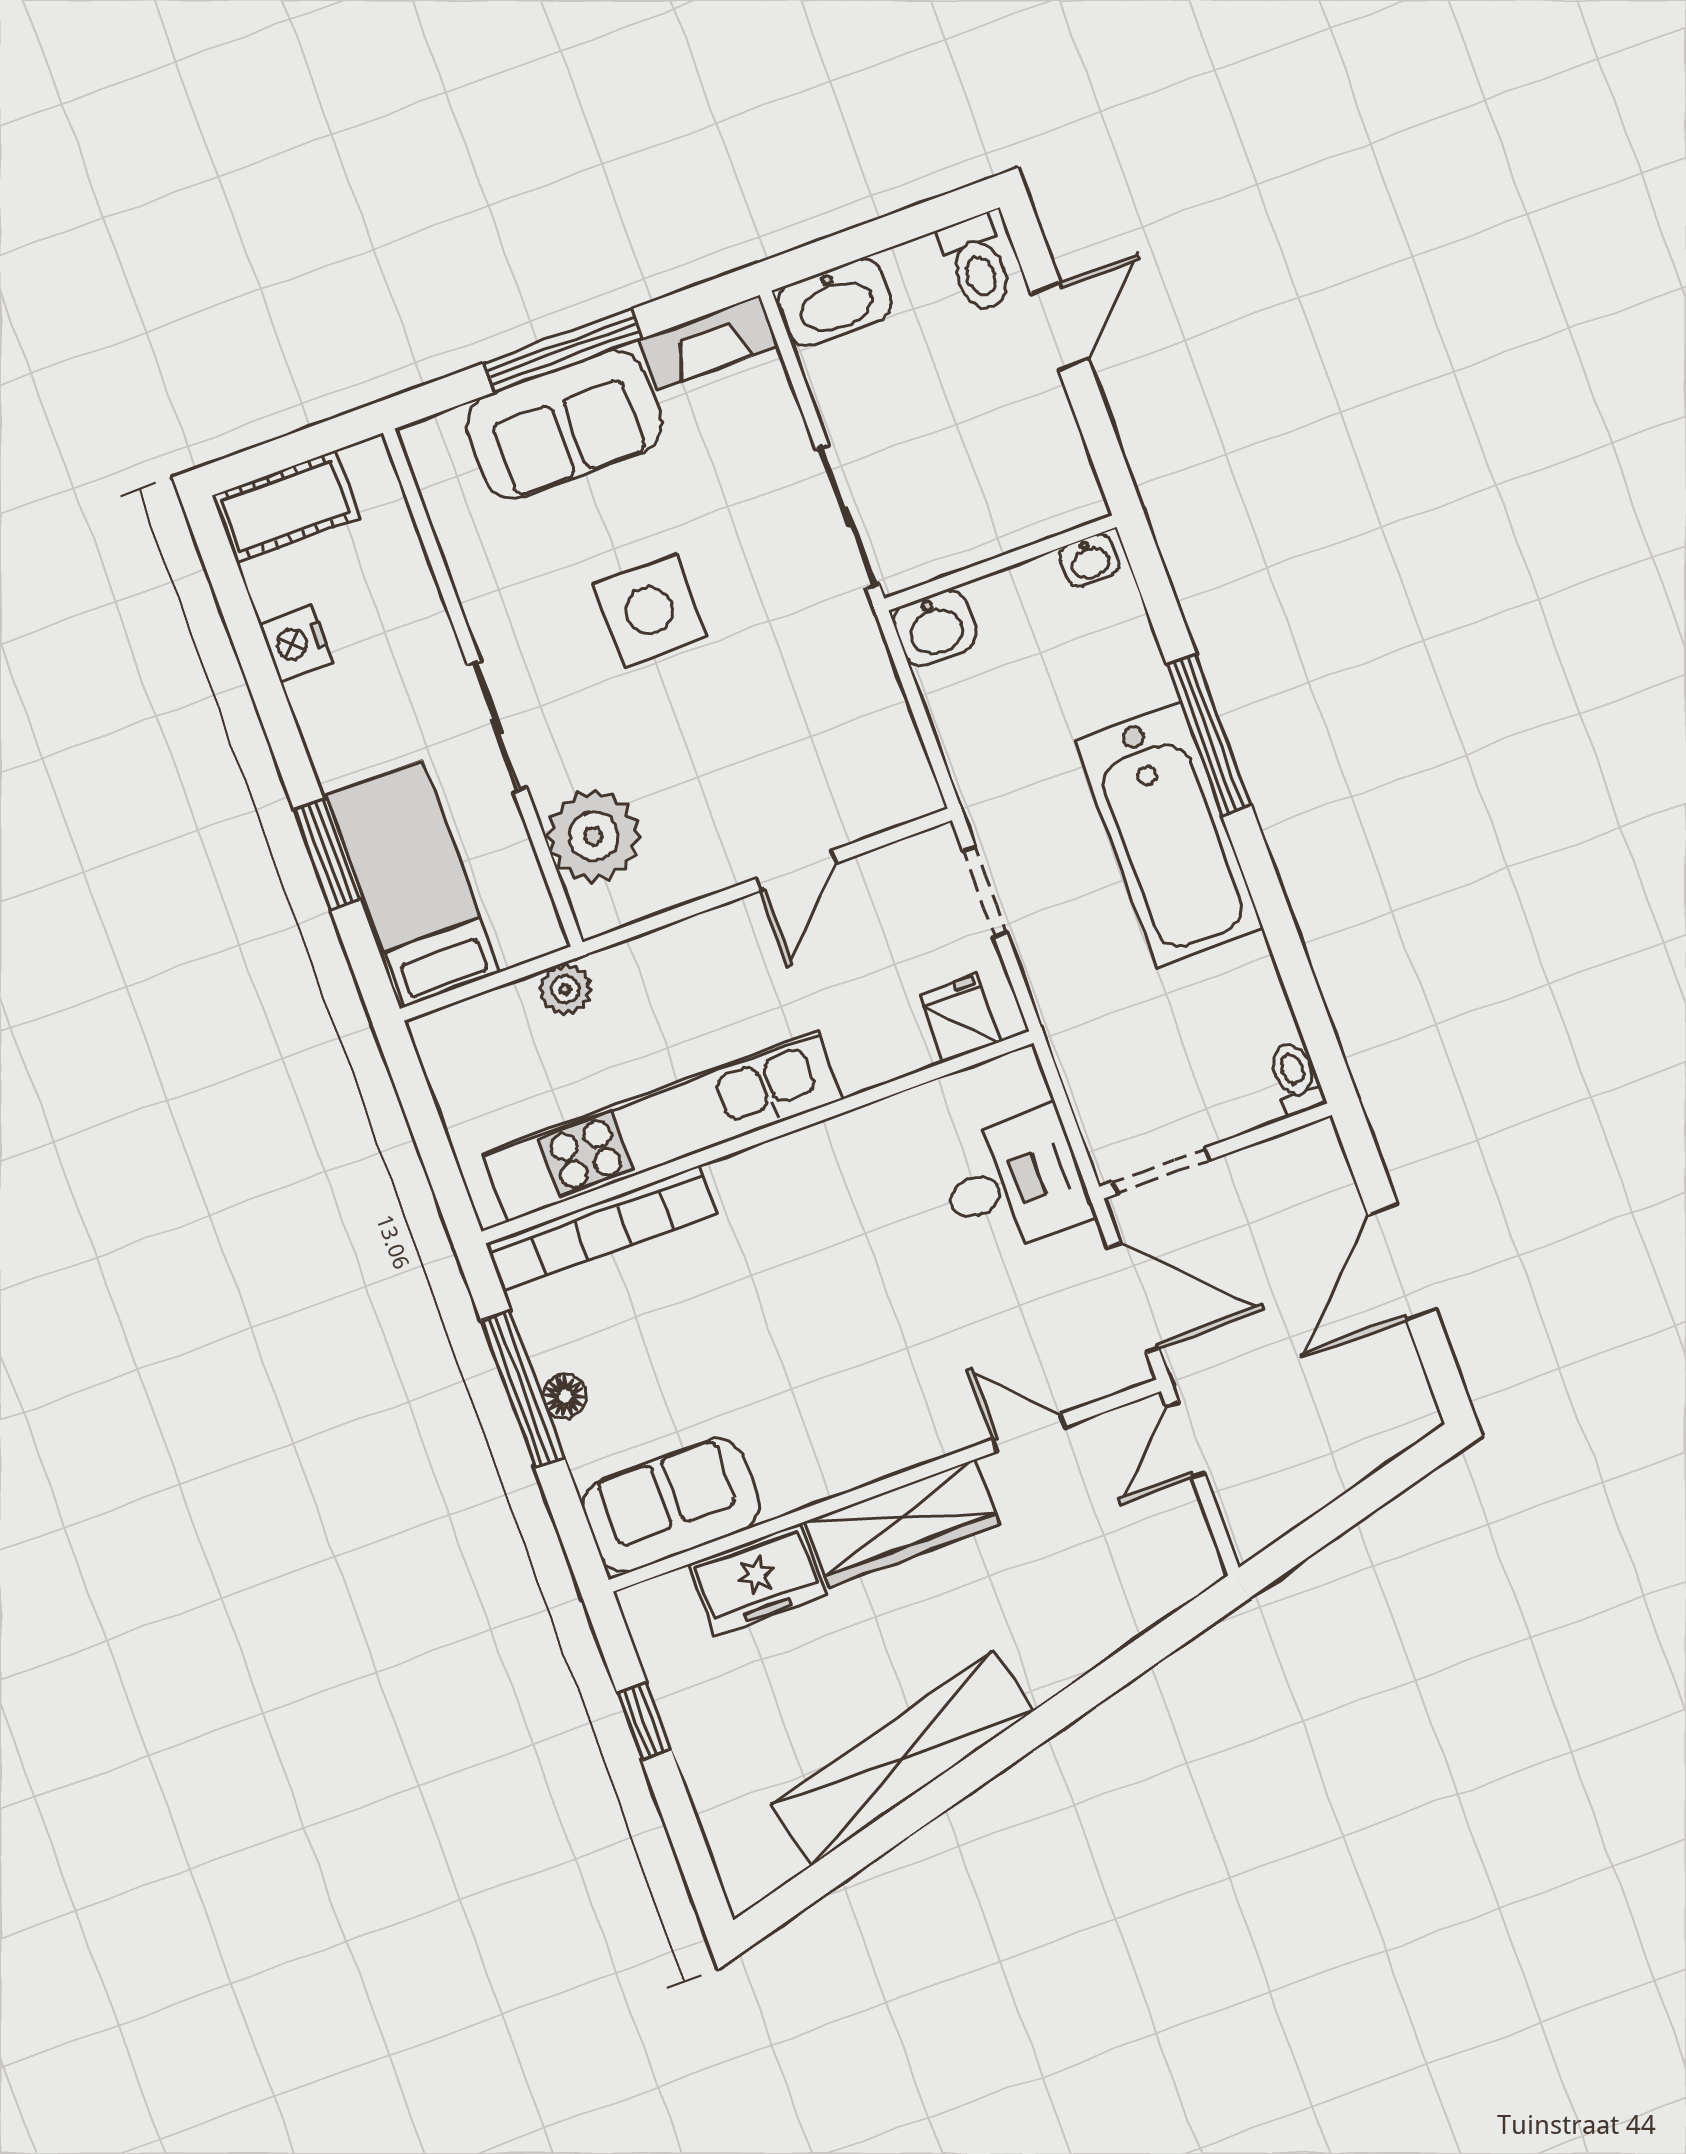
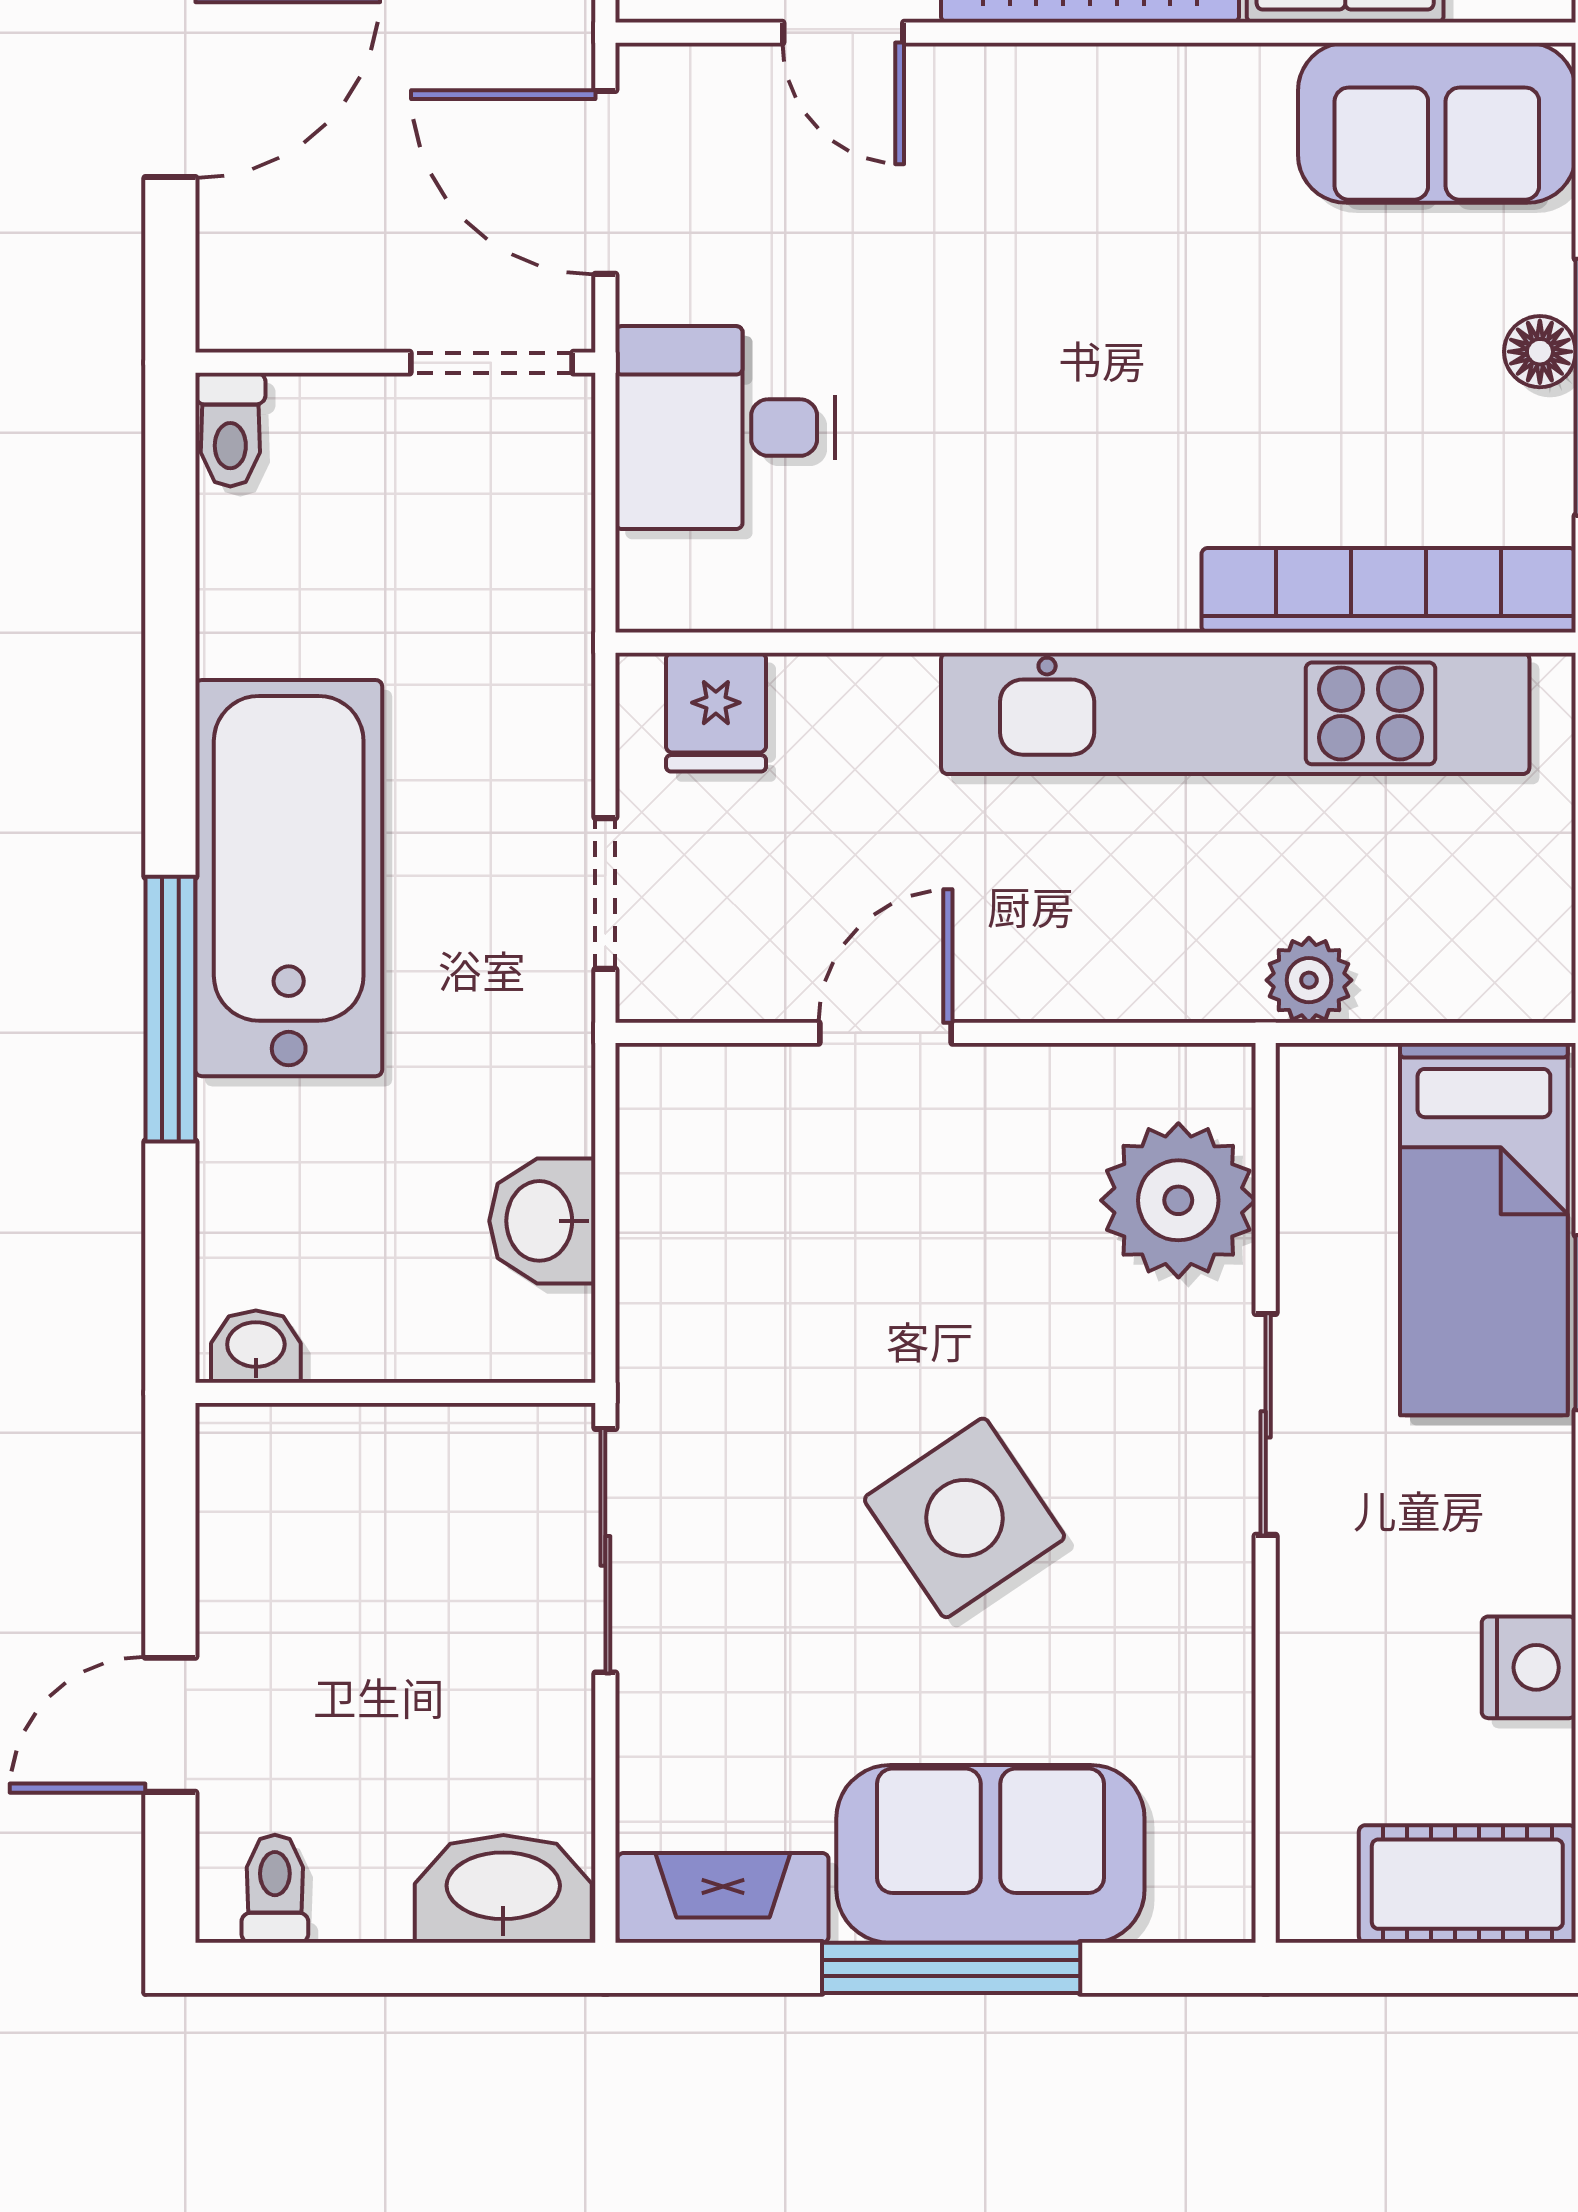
toilet: (977, 264) -> (275, 1889), width x0.73, depth x0.72
side table: (649, 610) -> (964, 1518), turned -34
washbasin: (935, 628) -> (542, 1221), moved, turned -90

